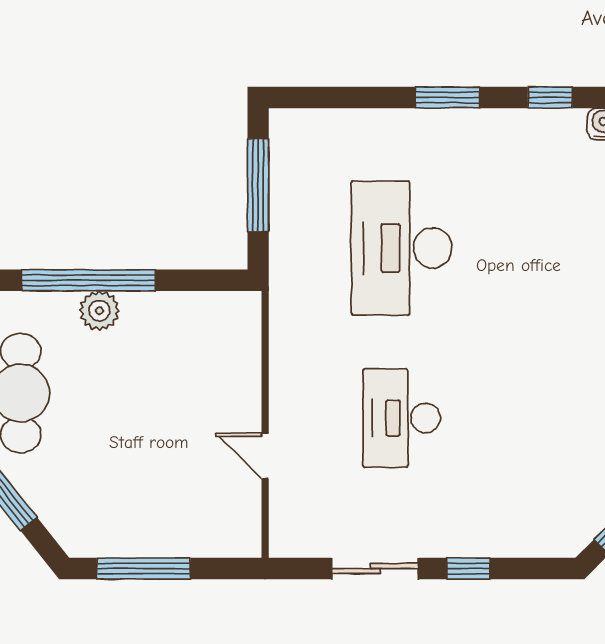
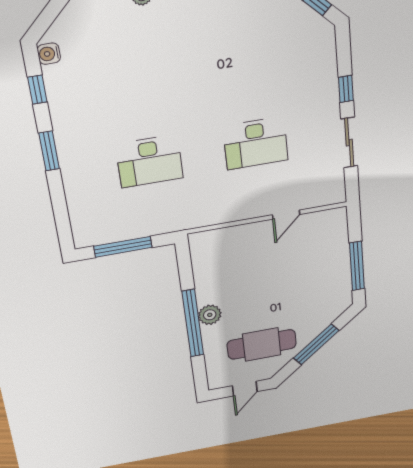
desk: (402, 248) -> (149, 161), width x0.73, depth x0.77

